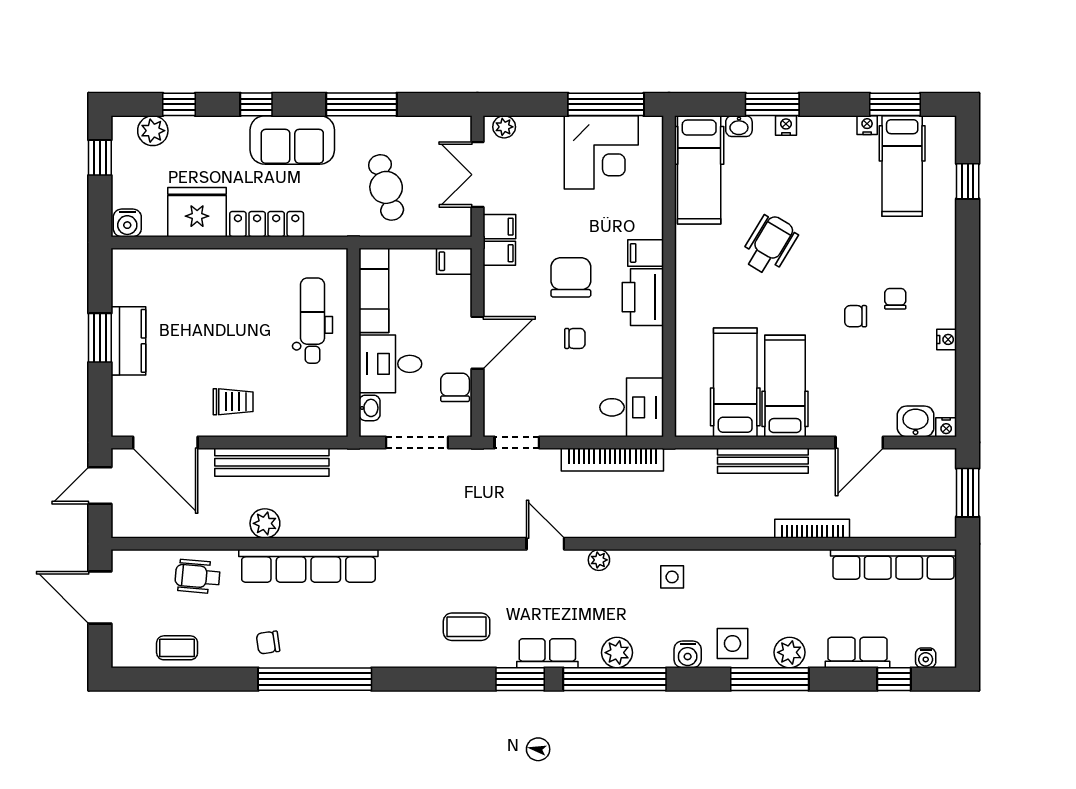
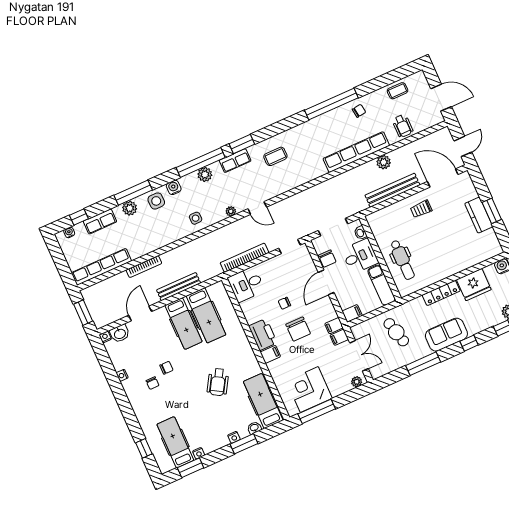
wheelchair: (197, 576) -> (403, 126), turned 85

